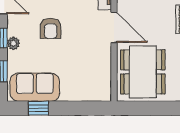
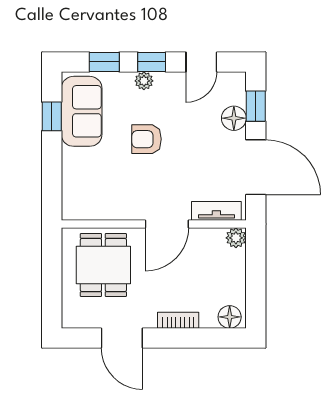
armchair: (51, 28) -> (147, 139), moved
dining table: (143, 72) -> (103, 265), width x0.73

